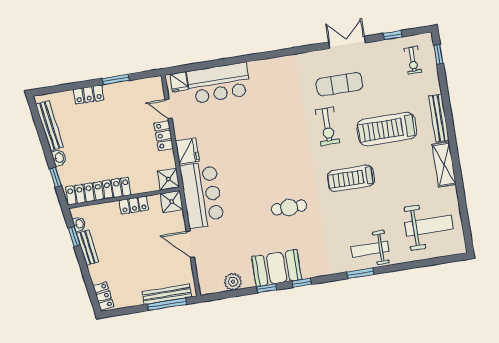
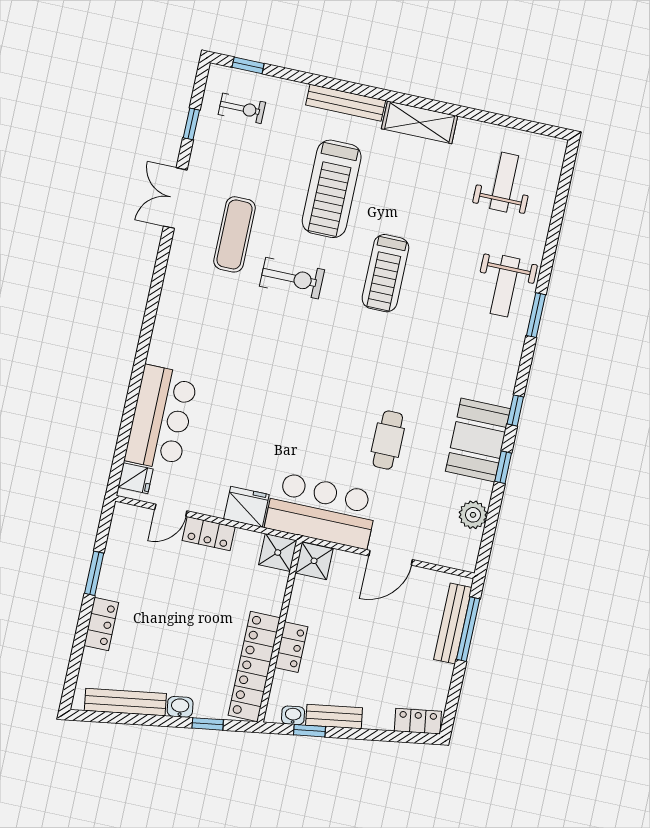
locker: (134, 205) -> (291, 647), moved
cafe table: (289, 207) -> (388, 440), moved
weight bench: (429, 226) -> (504, 182), width x0.73, depth x0.75

